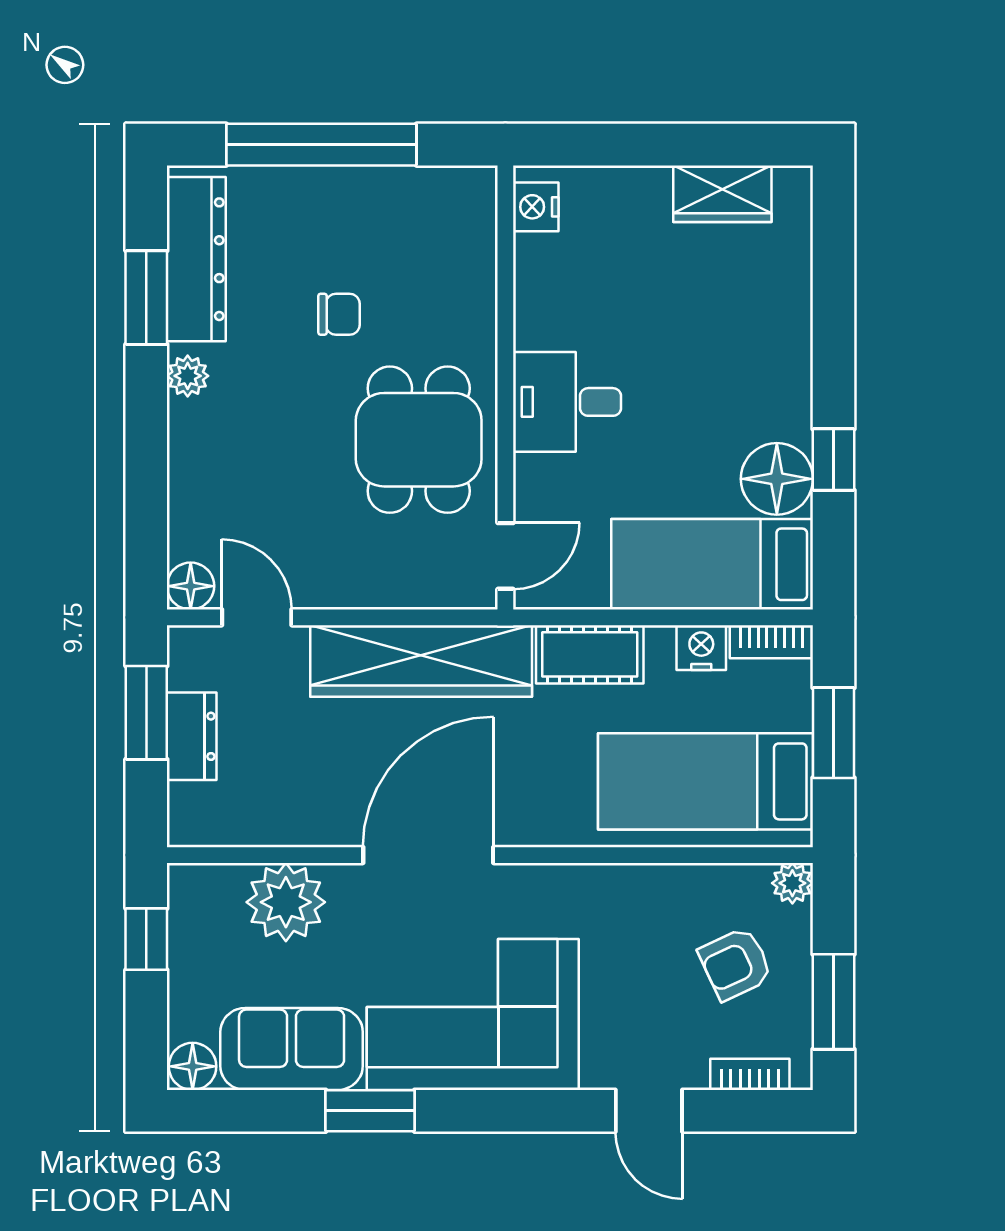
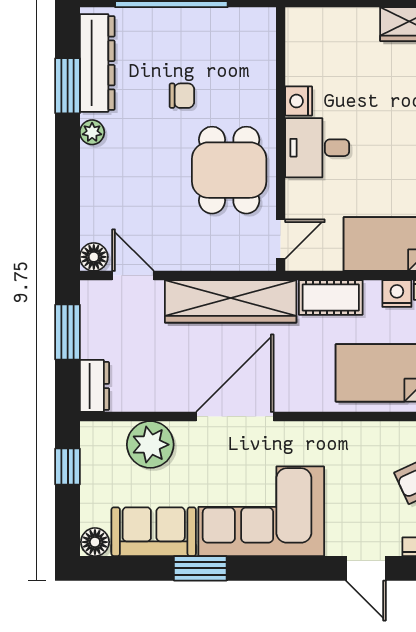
nightstand: (536, 207) -> (299, 101), moved
dresser: (192, 736) -> (94, 386), moved

